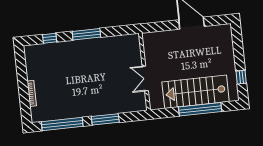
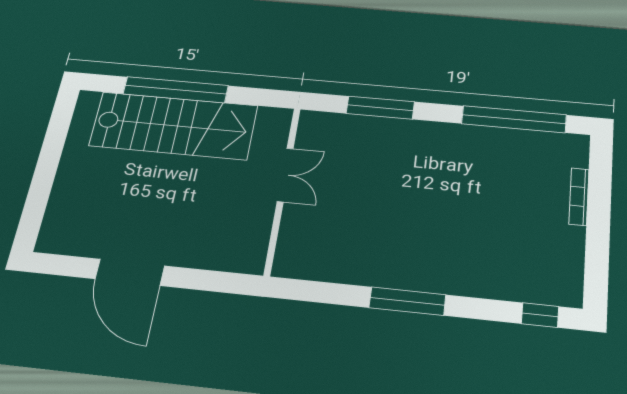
window: (50, 38) -> (540, 315), moved
window: (241, 77) -> (56, 135), removed
window: (105, 119) -> (380, 108), moved

